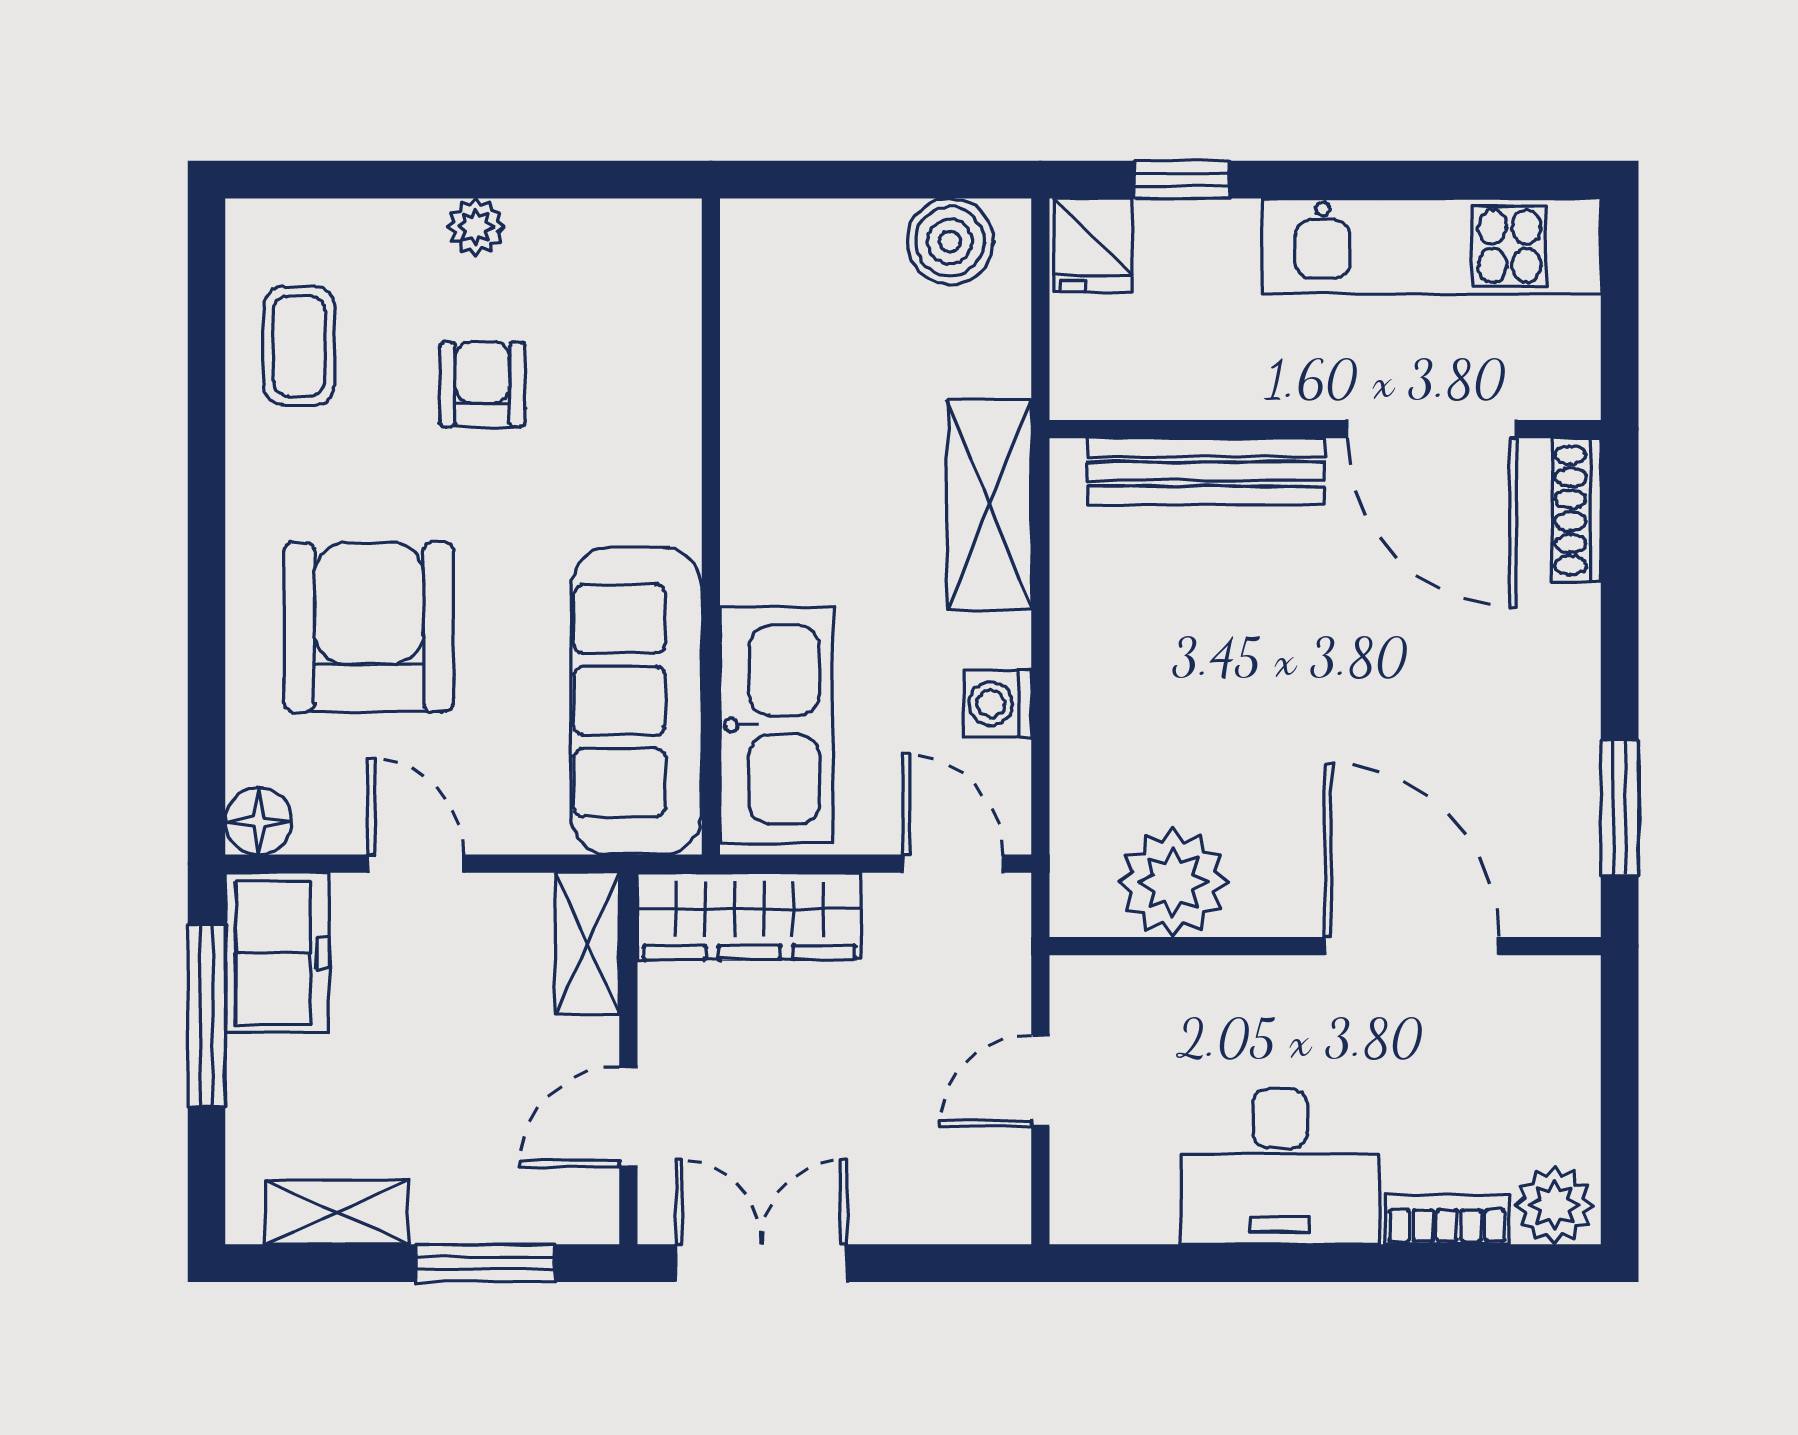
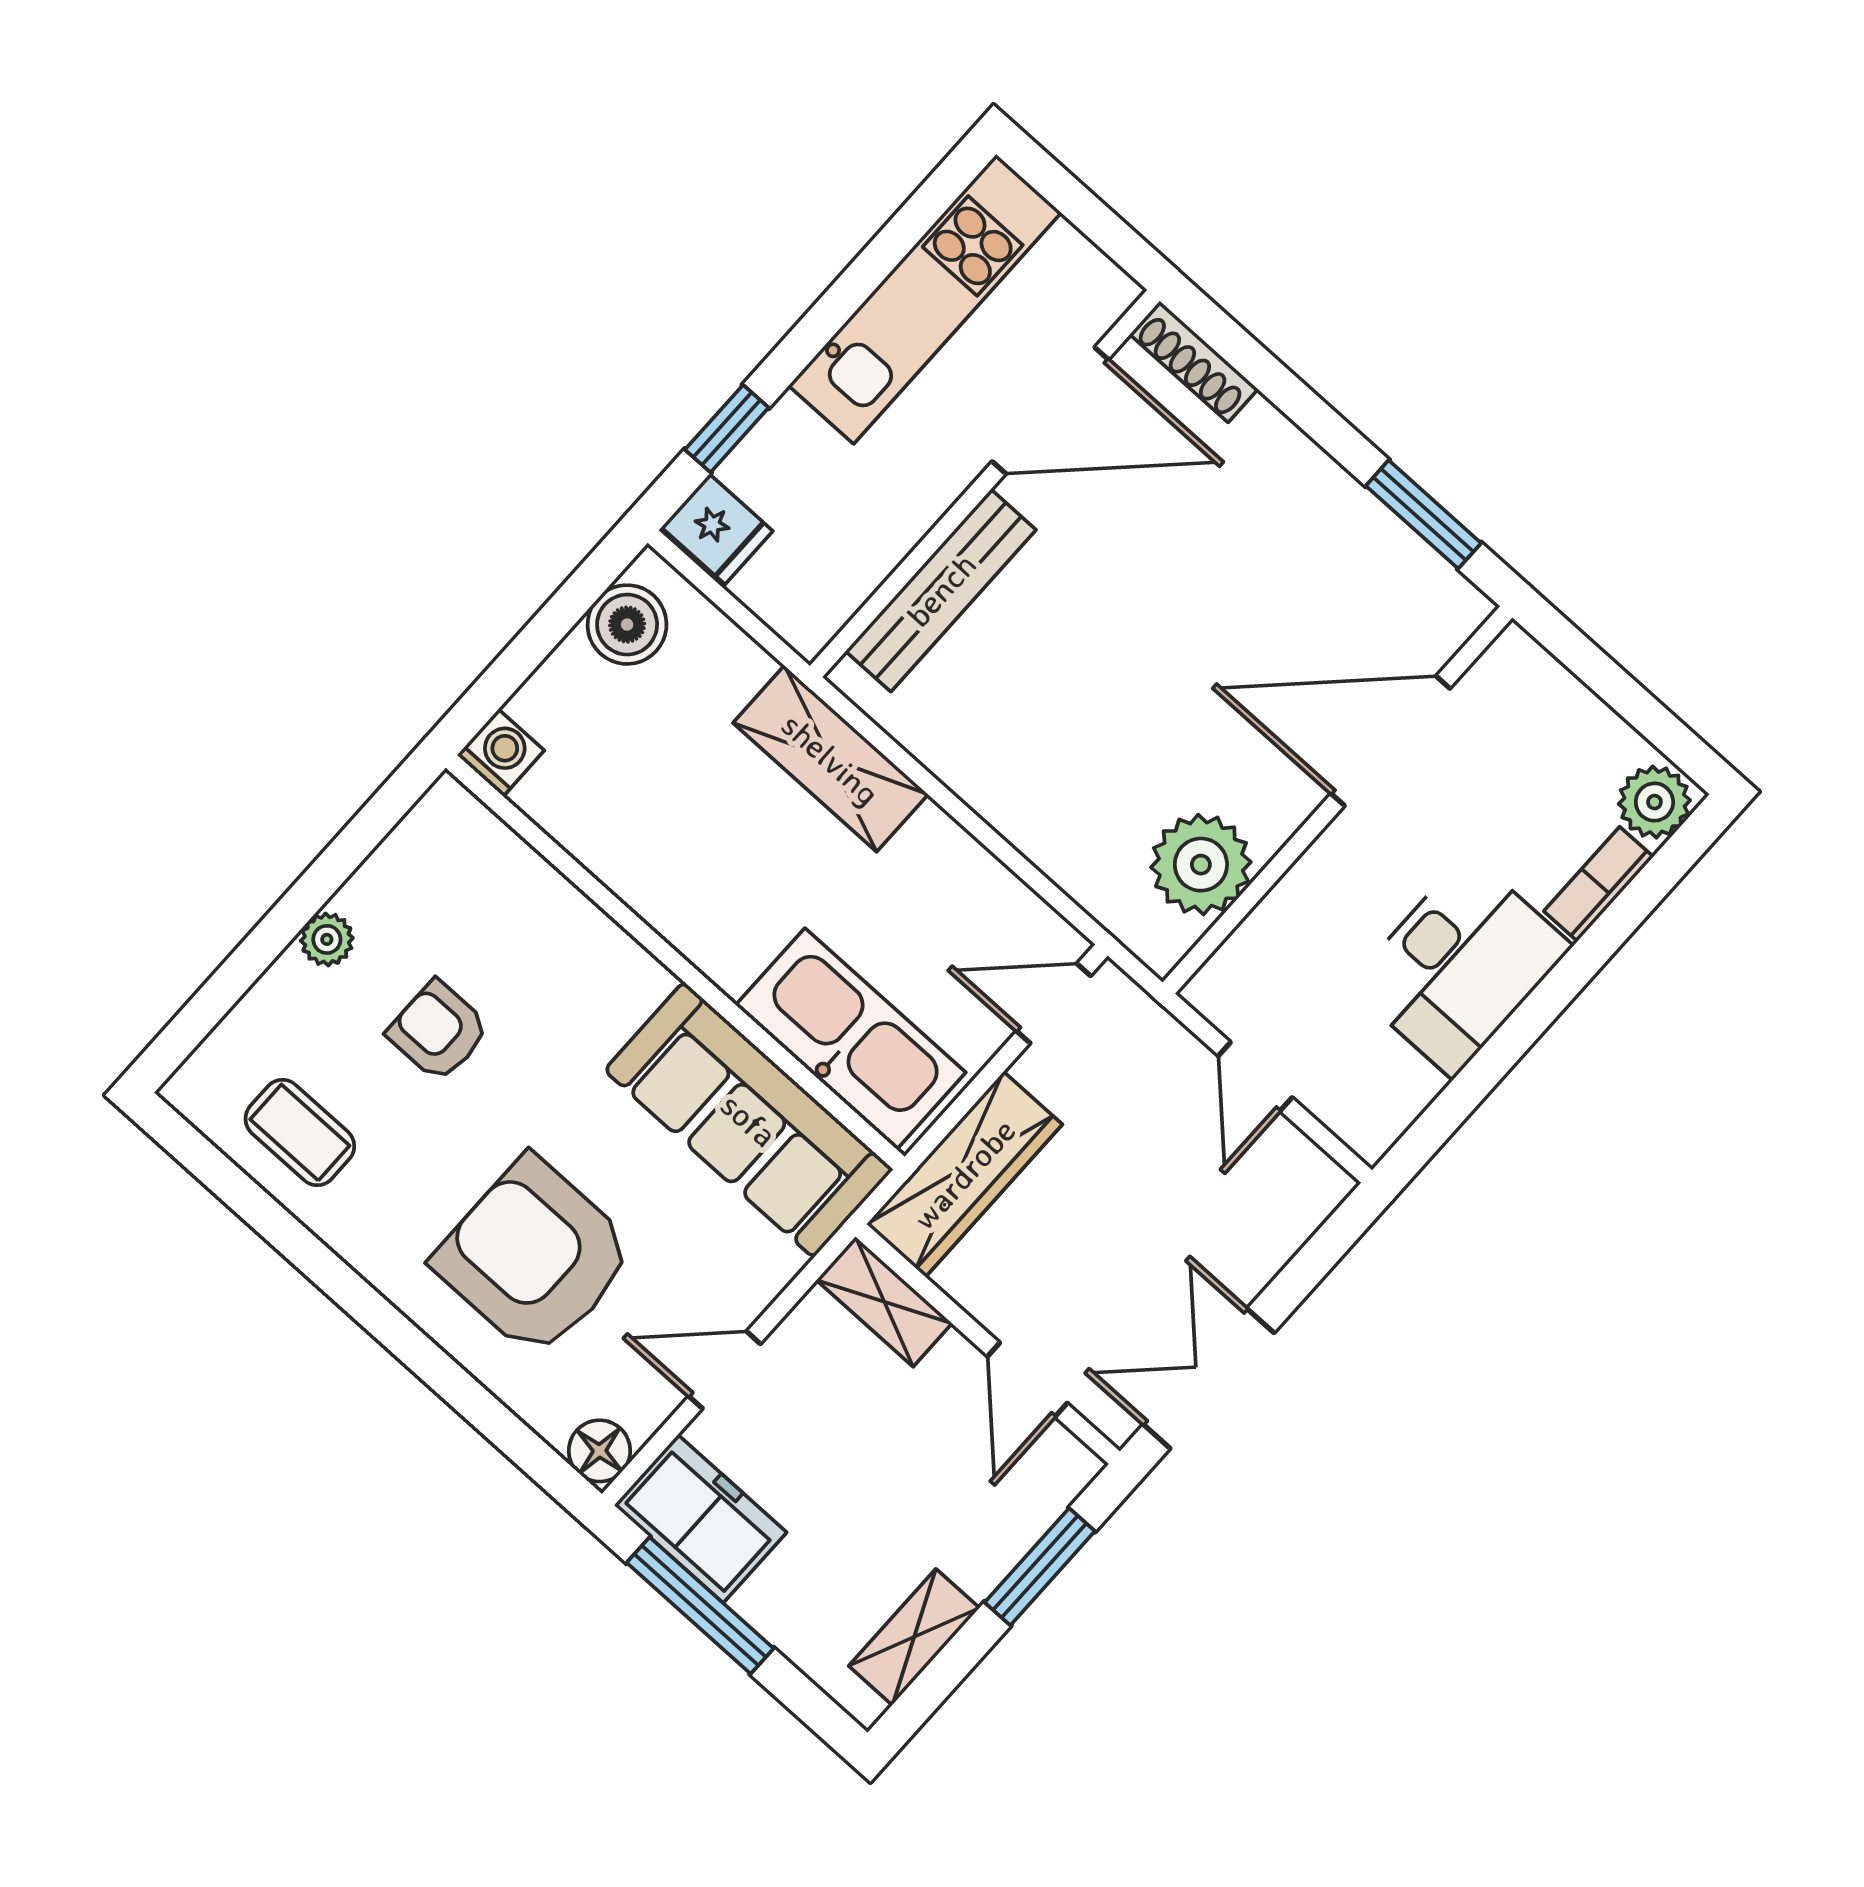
washing machine: (998, 703) -> (501, 753), moved, turned 180

